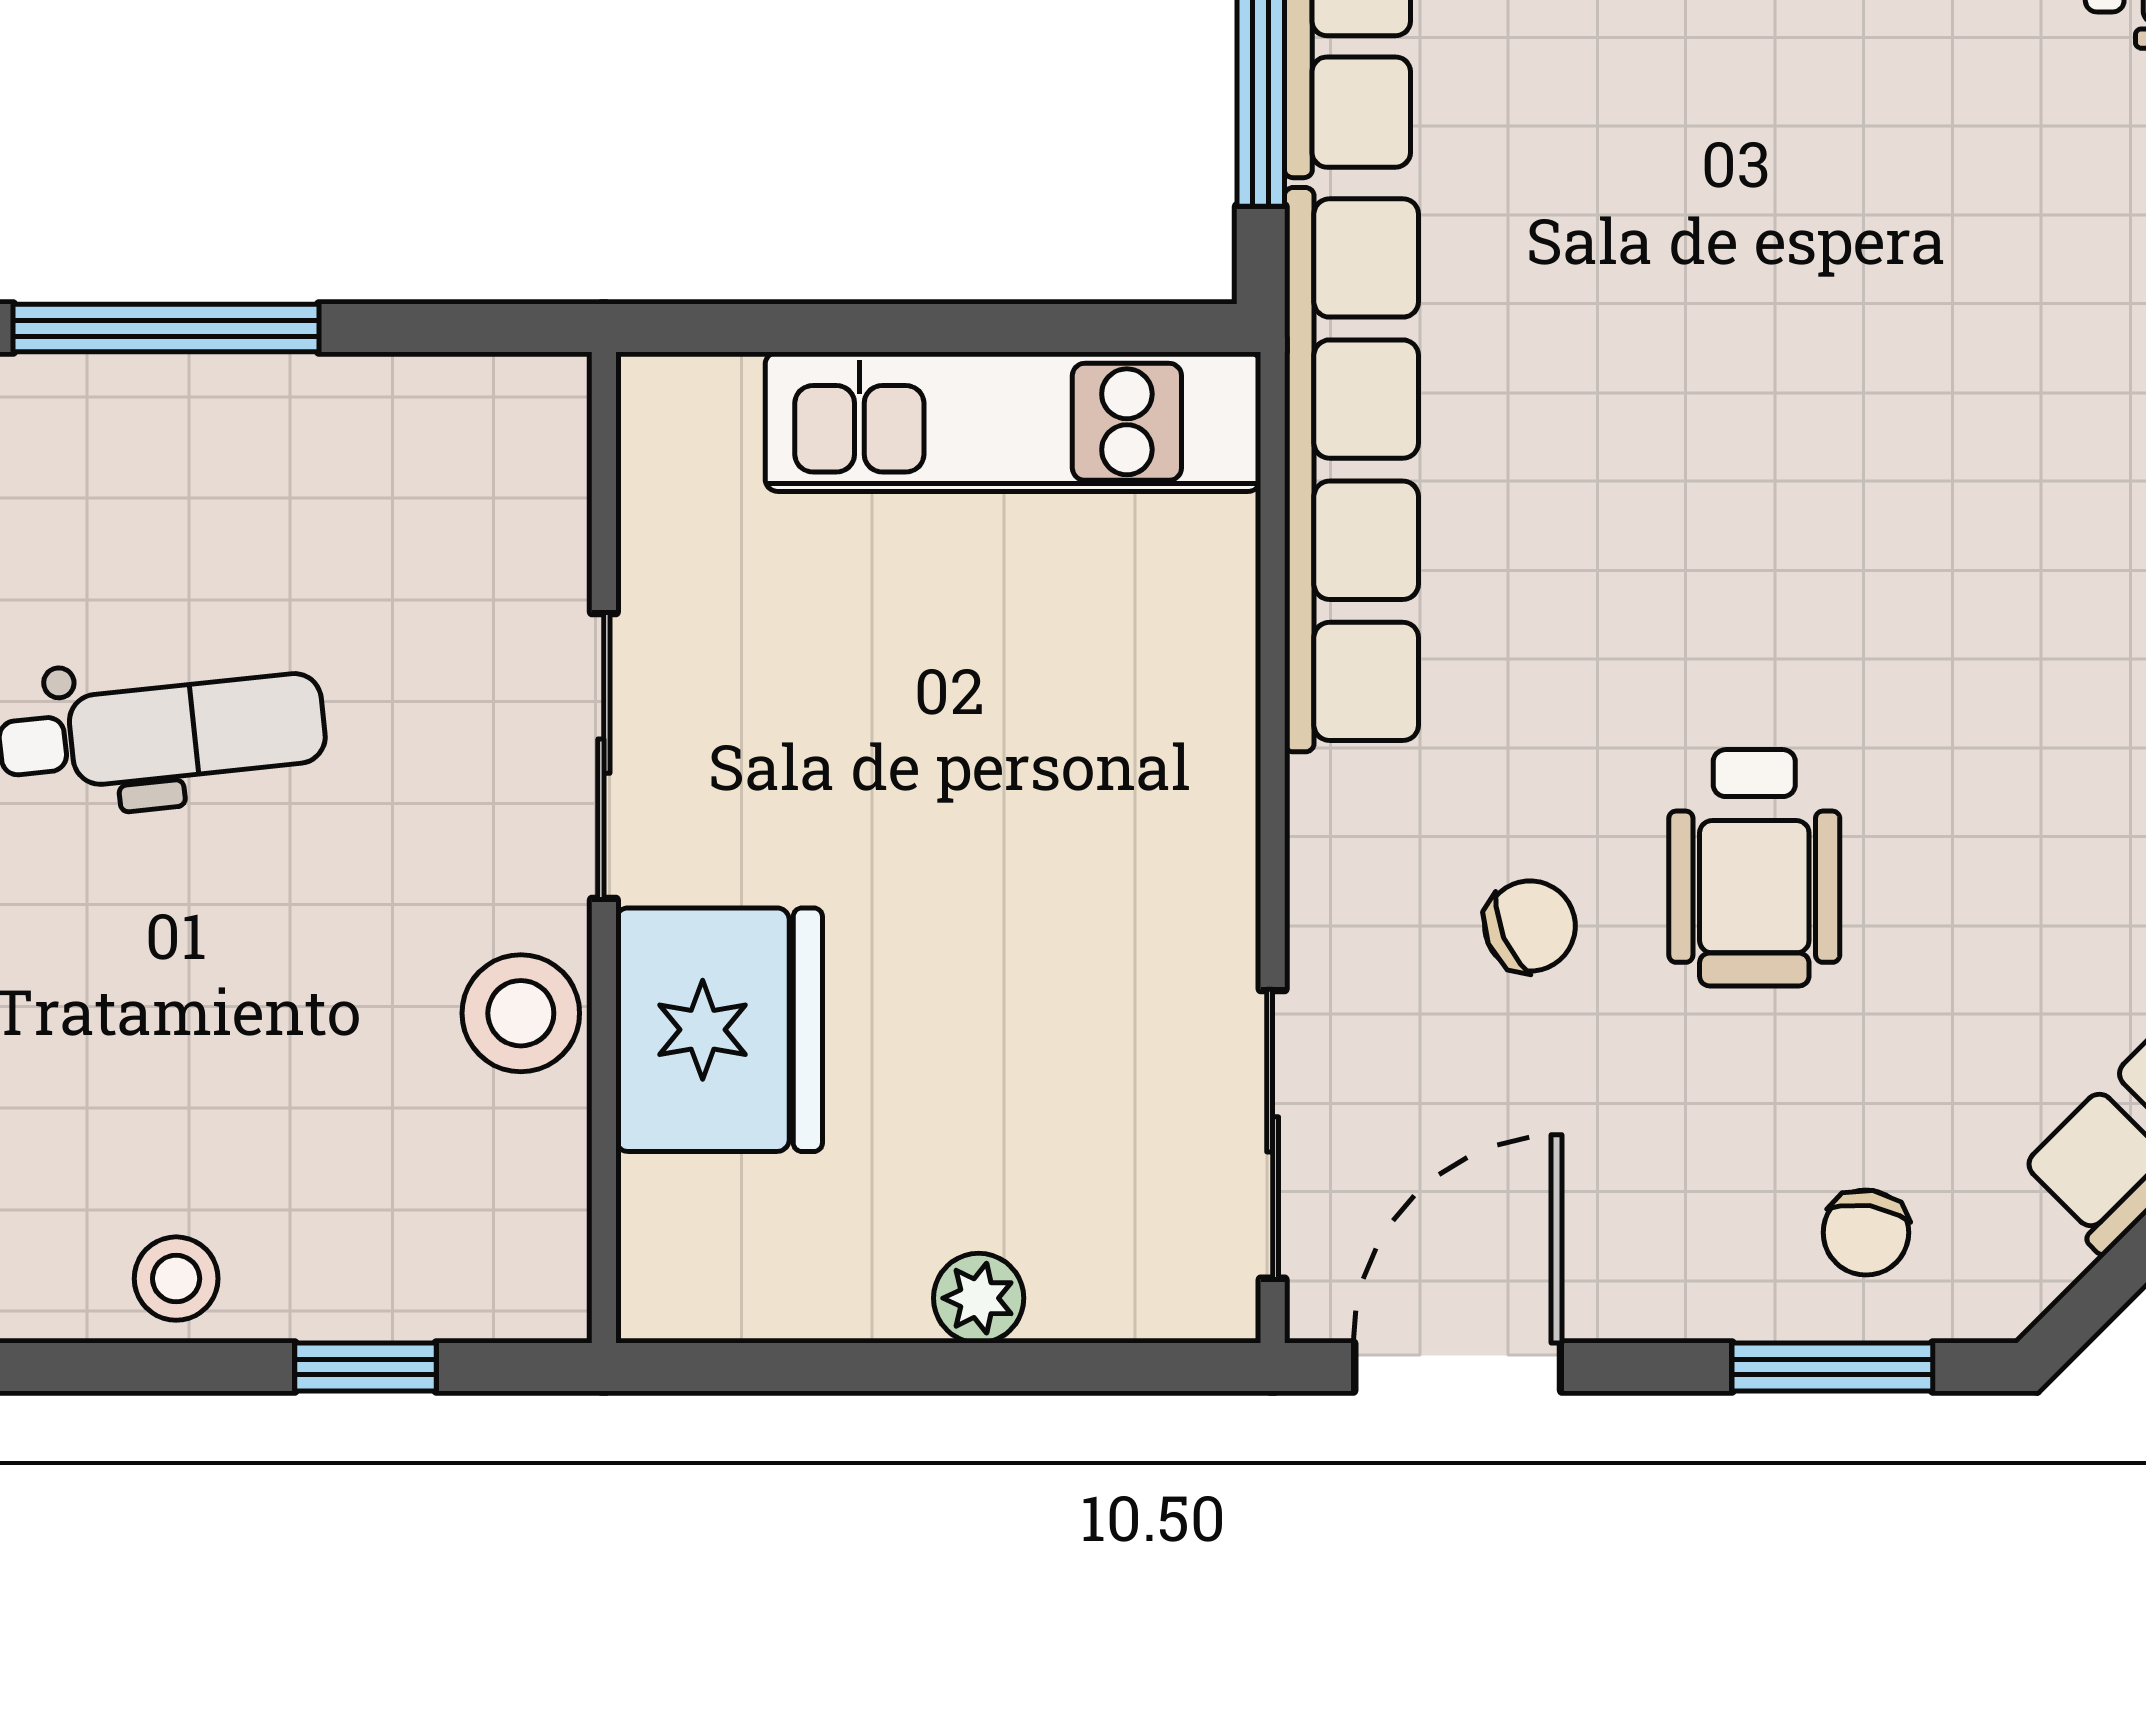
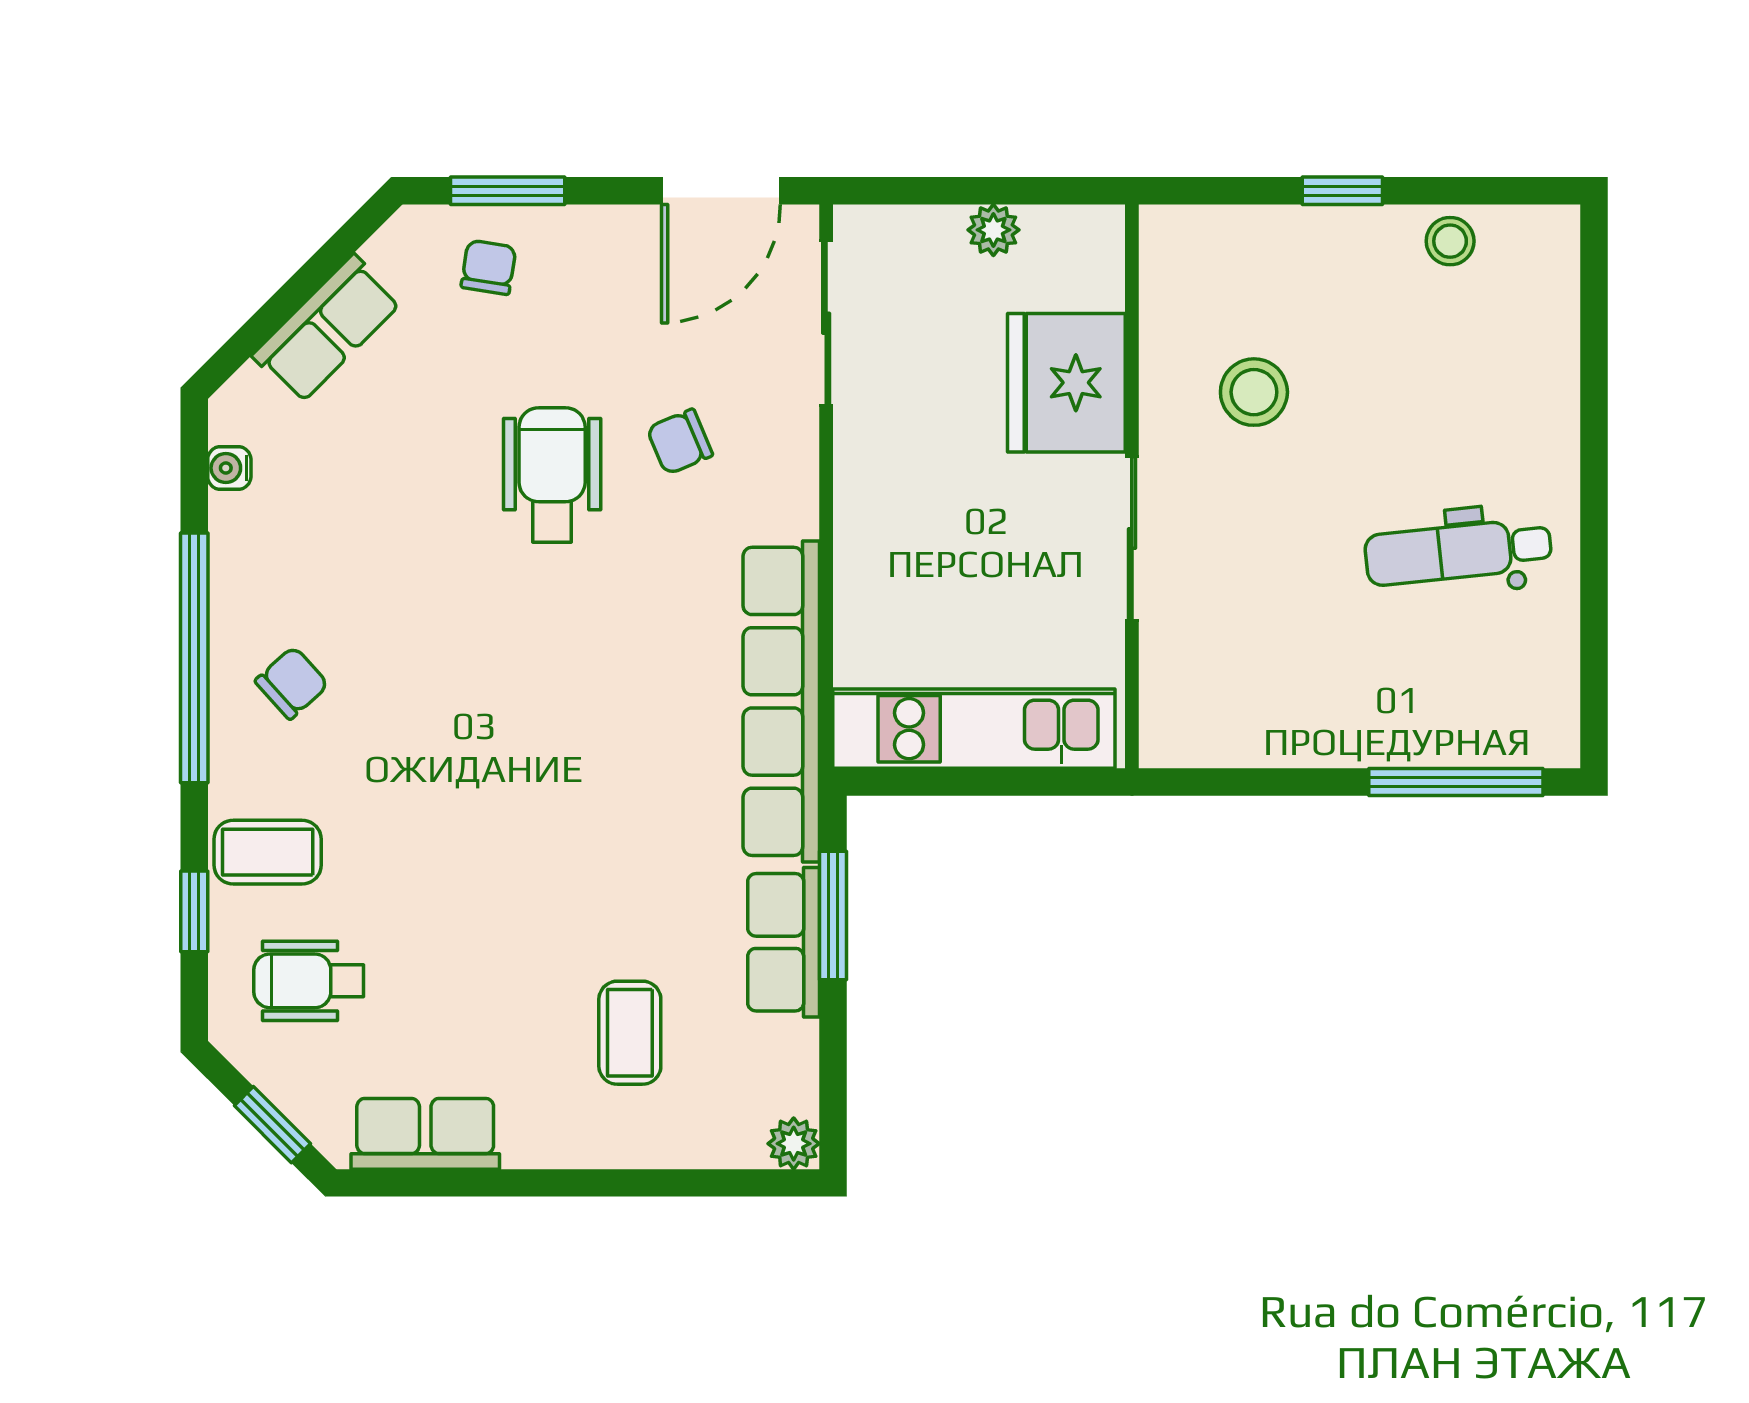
sliding door: (604, 756) -> (1132, 538), moved
wall: (604, 848) -> (1132, 486), moved
fridge: (719, 1030) -> (1066, 383), moved

